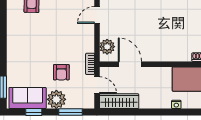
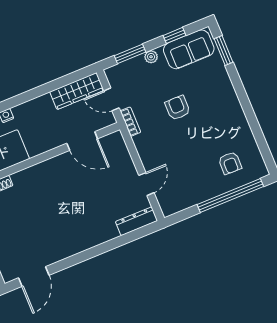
plant: (107, 47) -> (118, 151), removed
armchair: (61, 72) -> (178, 108), moved
plant: (56, 99) -> (151, 57), width x0.53, depth x0.53

